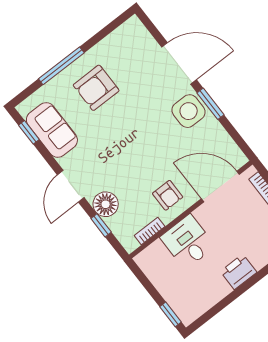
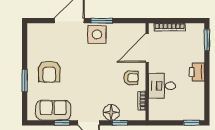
window: (61, 66) -> (25, 81), width x0.69
window: (29, 132) -> (62, 123), moved

